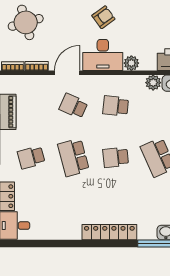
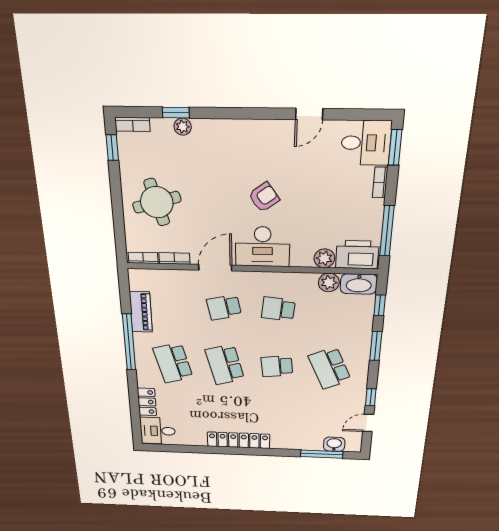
plant: (131, 63) -> (324, 258), moved
school desk: (73, 106) -> (224, 307), turned -36
school desk: (31, 157) -> (173, 363), width x1.85
locker: (109, 232) -> (238, 440), moved

